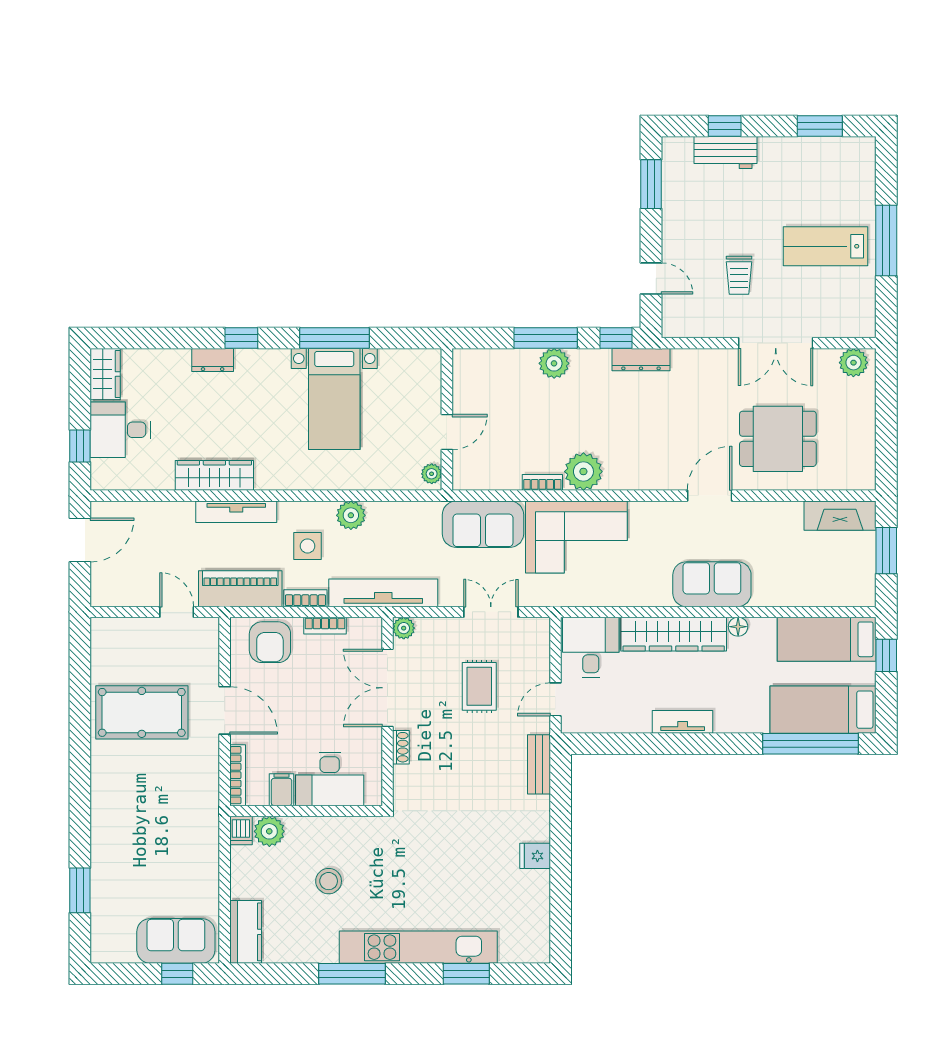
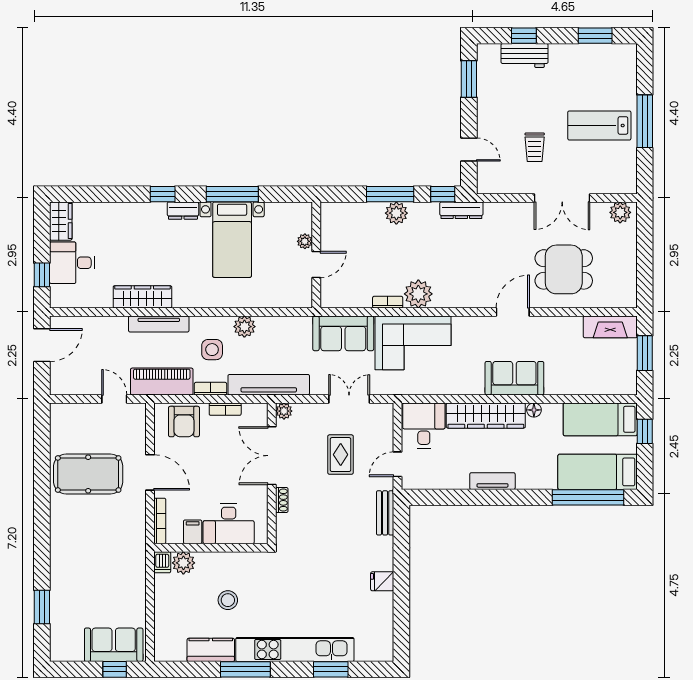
dresser: (213, 360) -> (183, 211), moved
plant: (432, 474) -> (305, 241), moved
kitchen counter: (246, 932) -> (211, 650), moved, turned -90

